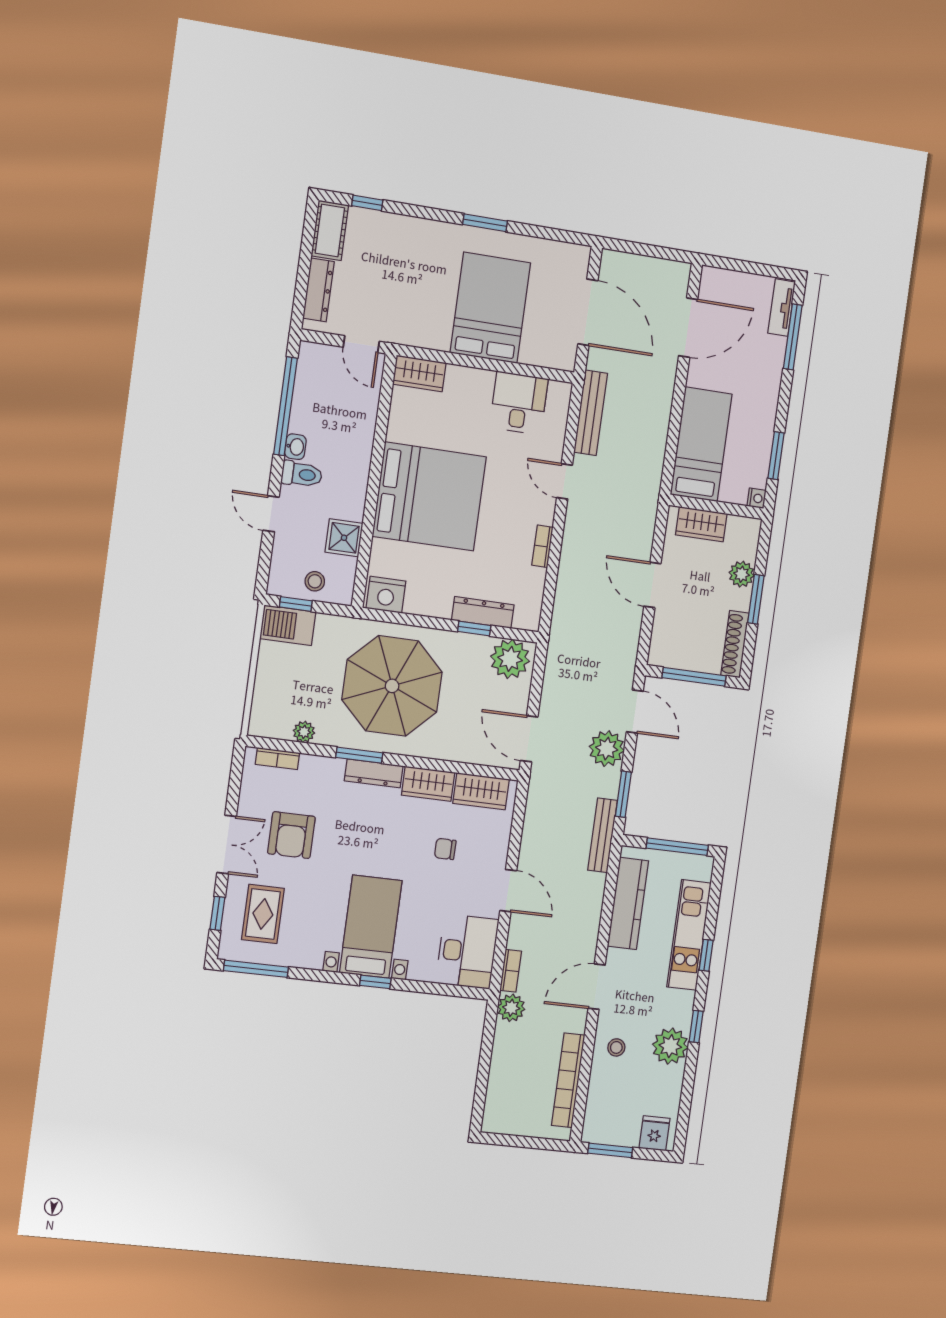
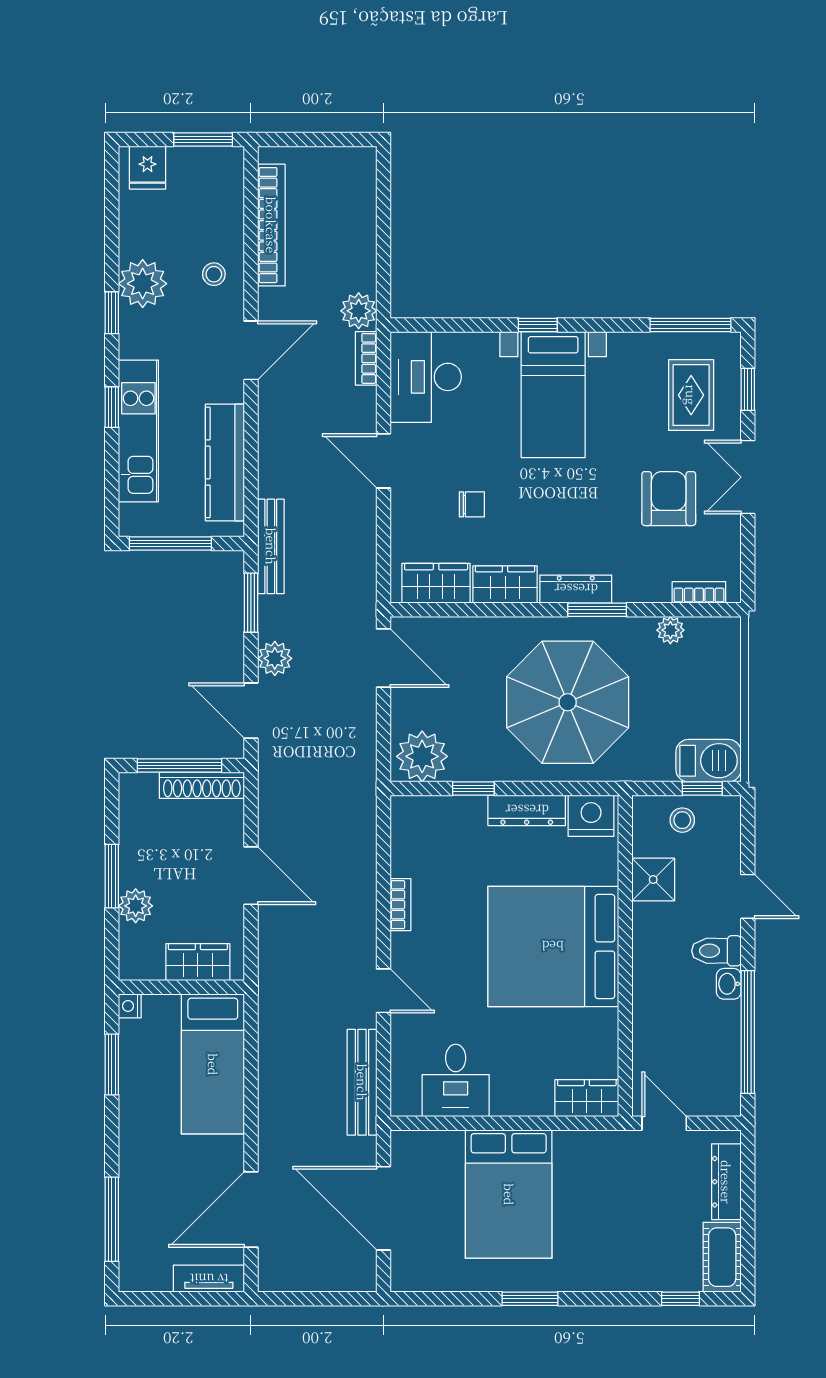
tv unit: (782, 308) -> (209, 1279), moved, turned -90
dresser: (483, 612) -> (527, 810), moved
shoe rack: (735, 644) -> (202, 785), moved, turned 90
plant: (607, 749) -> (275, 658), width x0.73, depth x0.73

